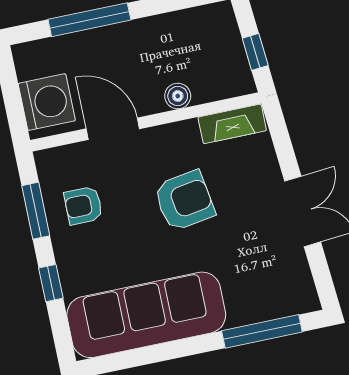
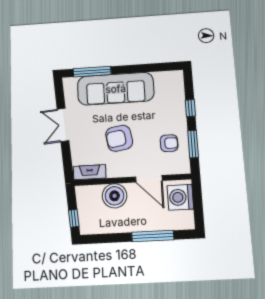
window: (255, 52) -> (74, 218), moved
boiler: (178, 96) -> (115, 196), width x1.86, depth x1.86
sofa: (146, 315) -> (116, 89), moved

